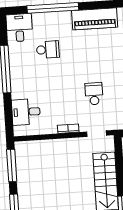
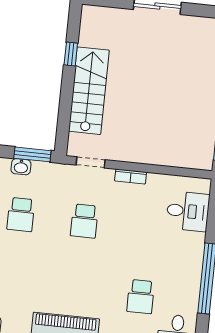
school desk: (48, 50) -> (141, 297), turned -90

